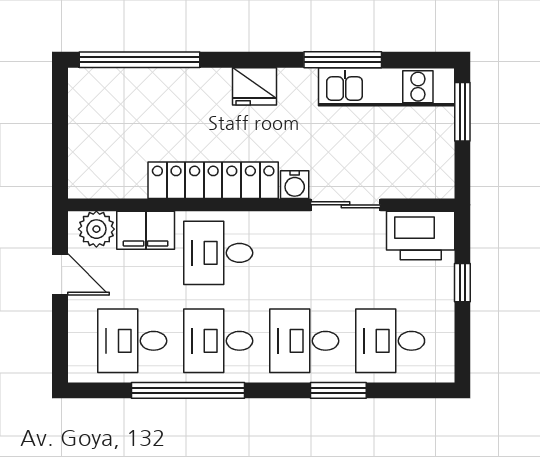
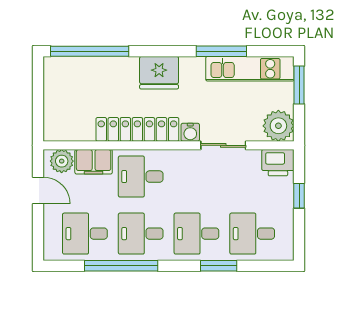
fridge: (254, 86) -> (159, 73), width x1.36, depth x1.34
plant: (431, 175) -> (278, 126), added
printer: (421, 235) -> (278, 163), width x0.73, depth x0.84

